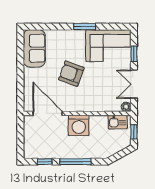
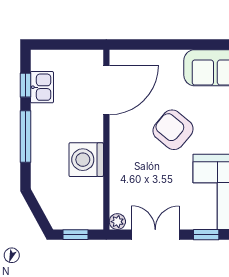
armchair: (71, 74) -> (173, 130), turned -70
kitchen sink: (118, 122) -> (42, 87), moved, turned 180
washing machine: (79, 125) -> (86, 160), moved

